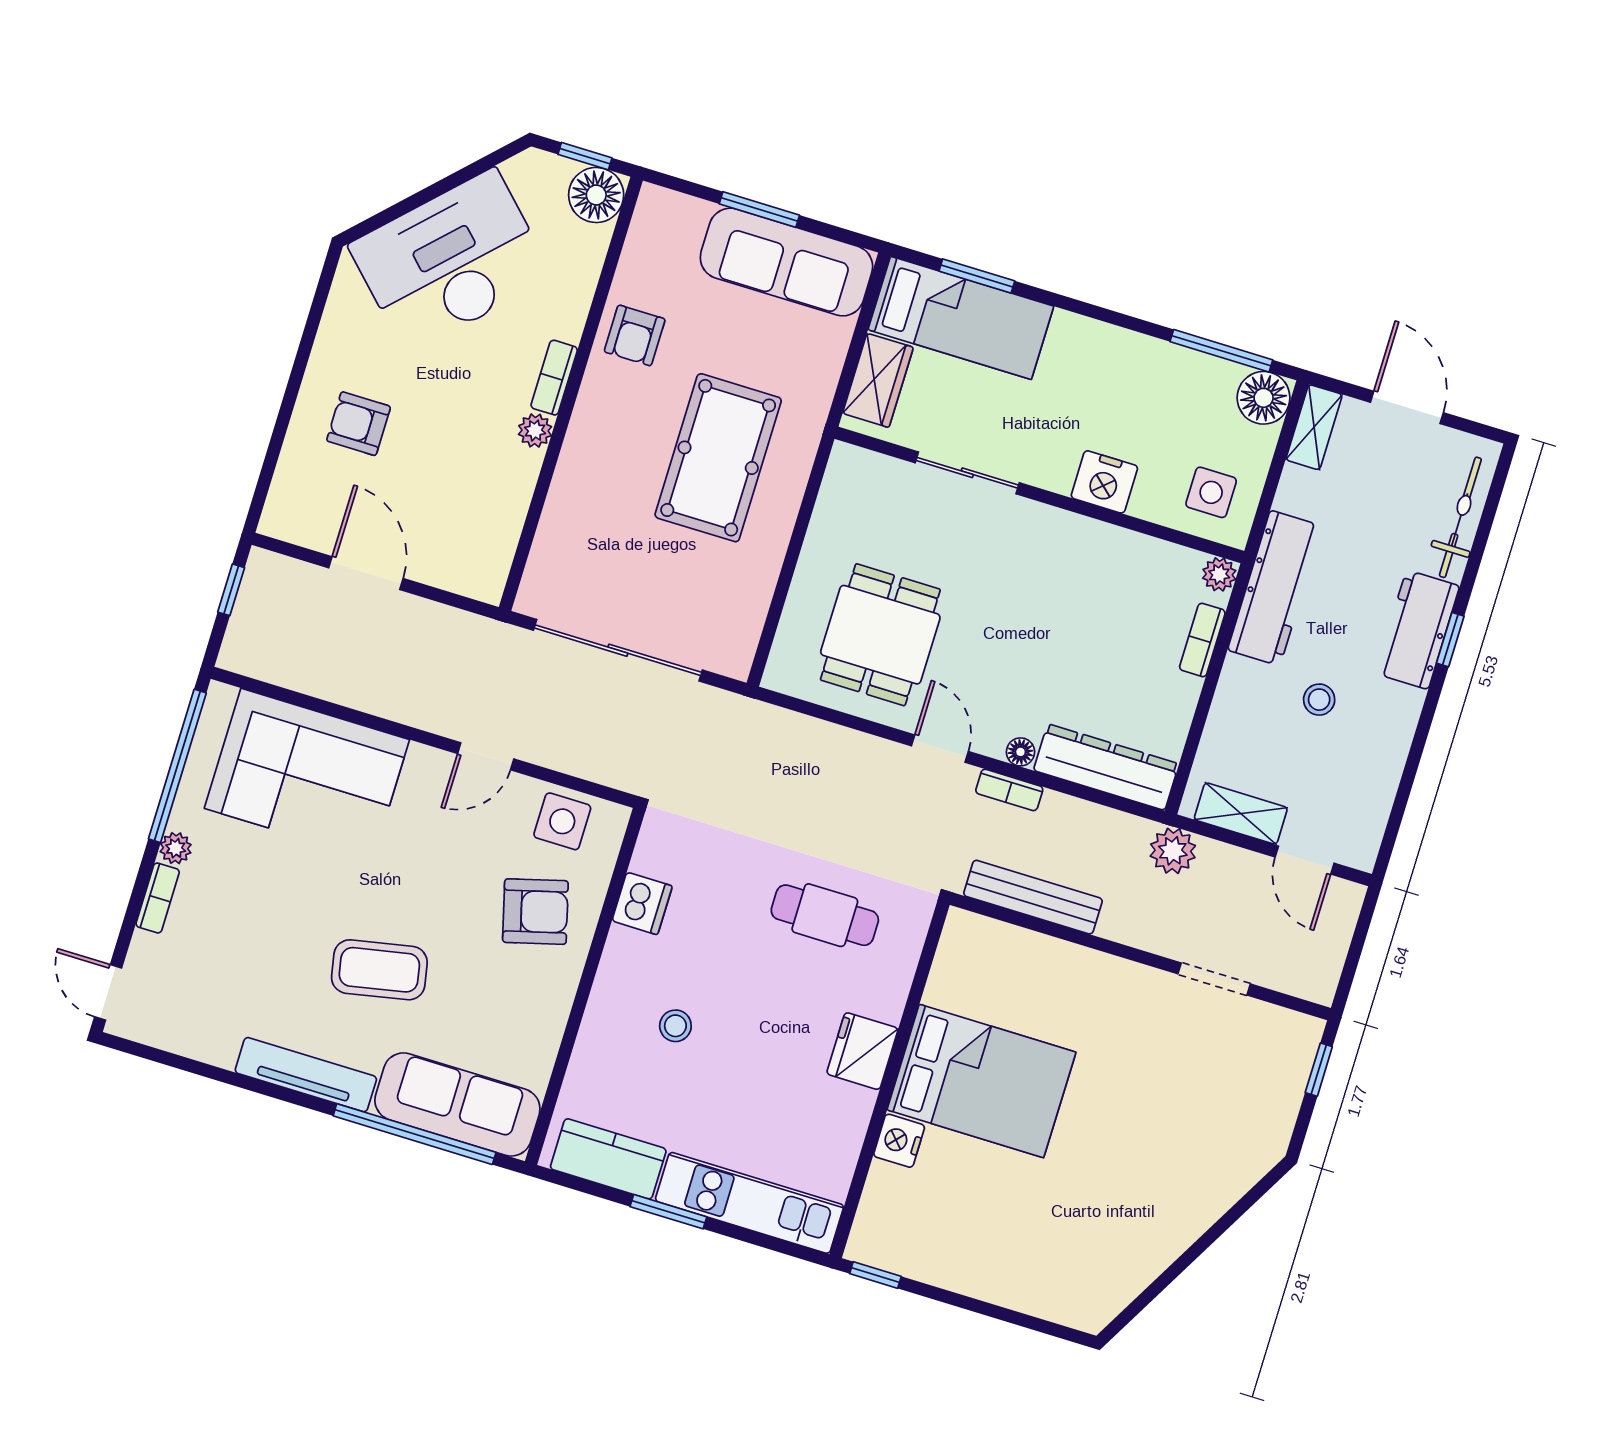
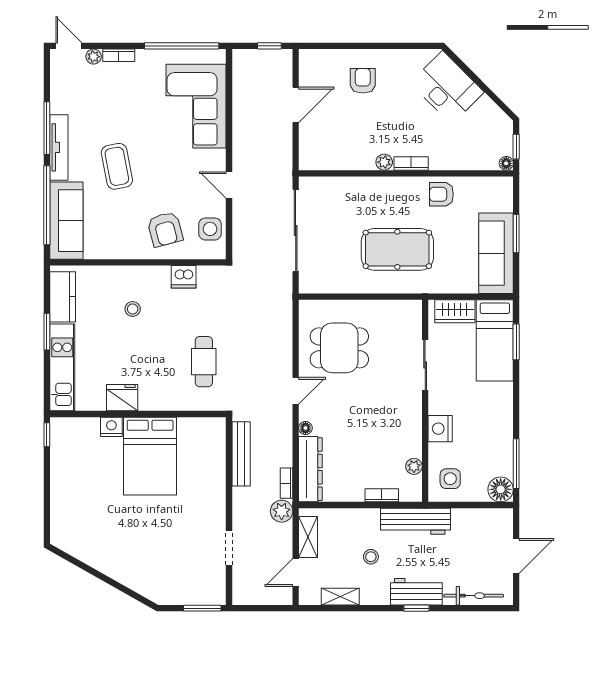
floor lamp: (596, 195) -> (506, 163), width x0.53, depth x0.53
desk: (451, 261) -> (447, 88), width x0.73, depth x0.77
shelving: (1314, 427) -> (340, 597), moved
plant: (1219, 574) -> (414, 466), moved
bookcase: (1009, 790) -> (287, 483), moved
plant: (176, 848) -> (94, 57), moved
door: (108, 992) -> (69, 46), hinge flipped
fridge: (862, 1051) -> (122, 398), moved
window: (1319, 1070) -> (202, 608), width x1.50
window: (260, 1087) -> (47, 128), added

